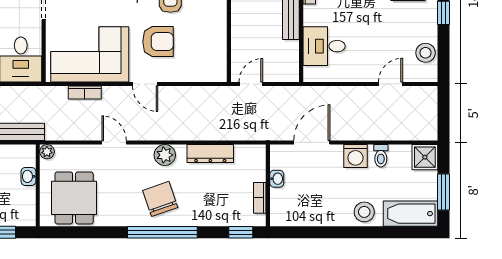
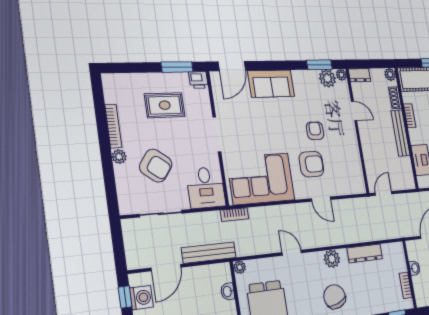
door: (145, 84) -> (321, 199), moved
bookcase: (85, 92) -> (235, 215), moved

